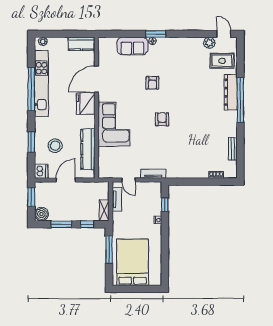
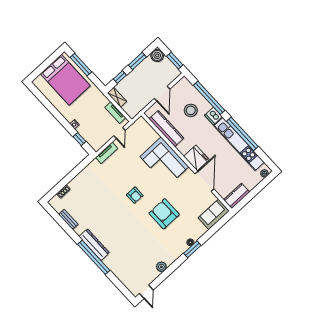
door: (224, 34) -> (146, 292), hinge flipped
plant: (209, 43) -> (161, 267), moved
sofa: (132, 46) -> (214, 214), moved
rug: (222, 61) -> (131, 272), removed
armchair: (152, 83) -> (164, 214), width x1.88, depth x1.88
dresser: (231, 92) -> (94, 245), moved
window: (31, 142) -> (209, 98), width x2.11
dishwasher: (41, 171) -> (213, 116), moved
door: (129, 180) -> (120, 133), swing flipped
window: (109, 250) -> (81, 65), moved

